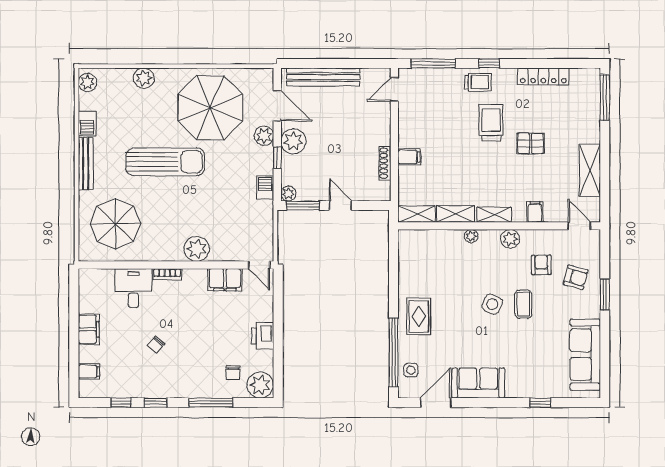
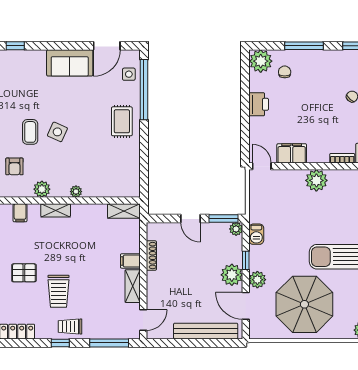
shelving: (455, 214) -> (133, 286), moved, turned 90

